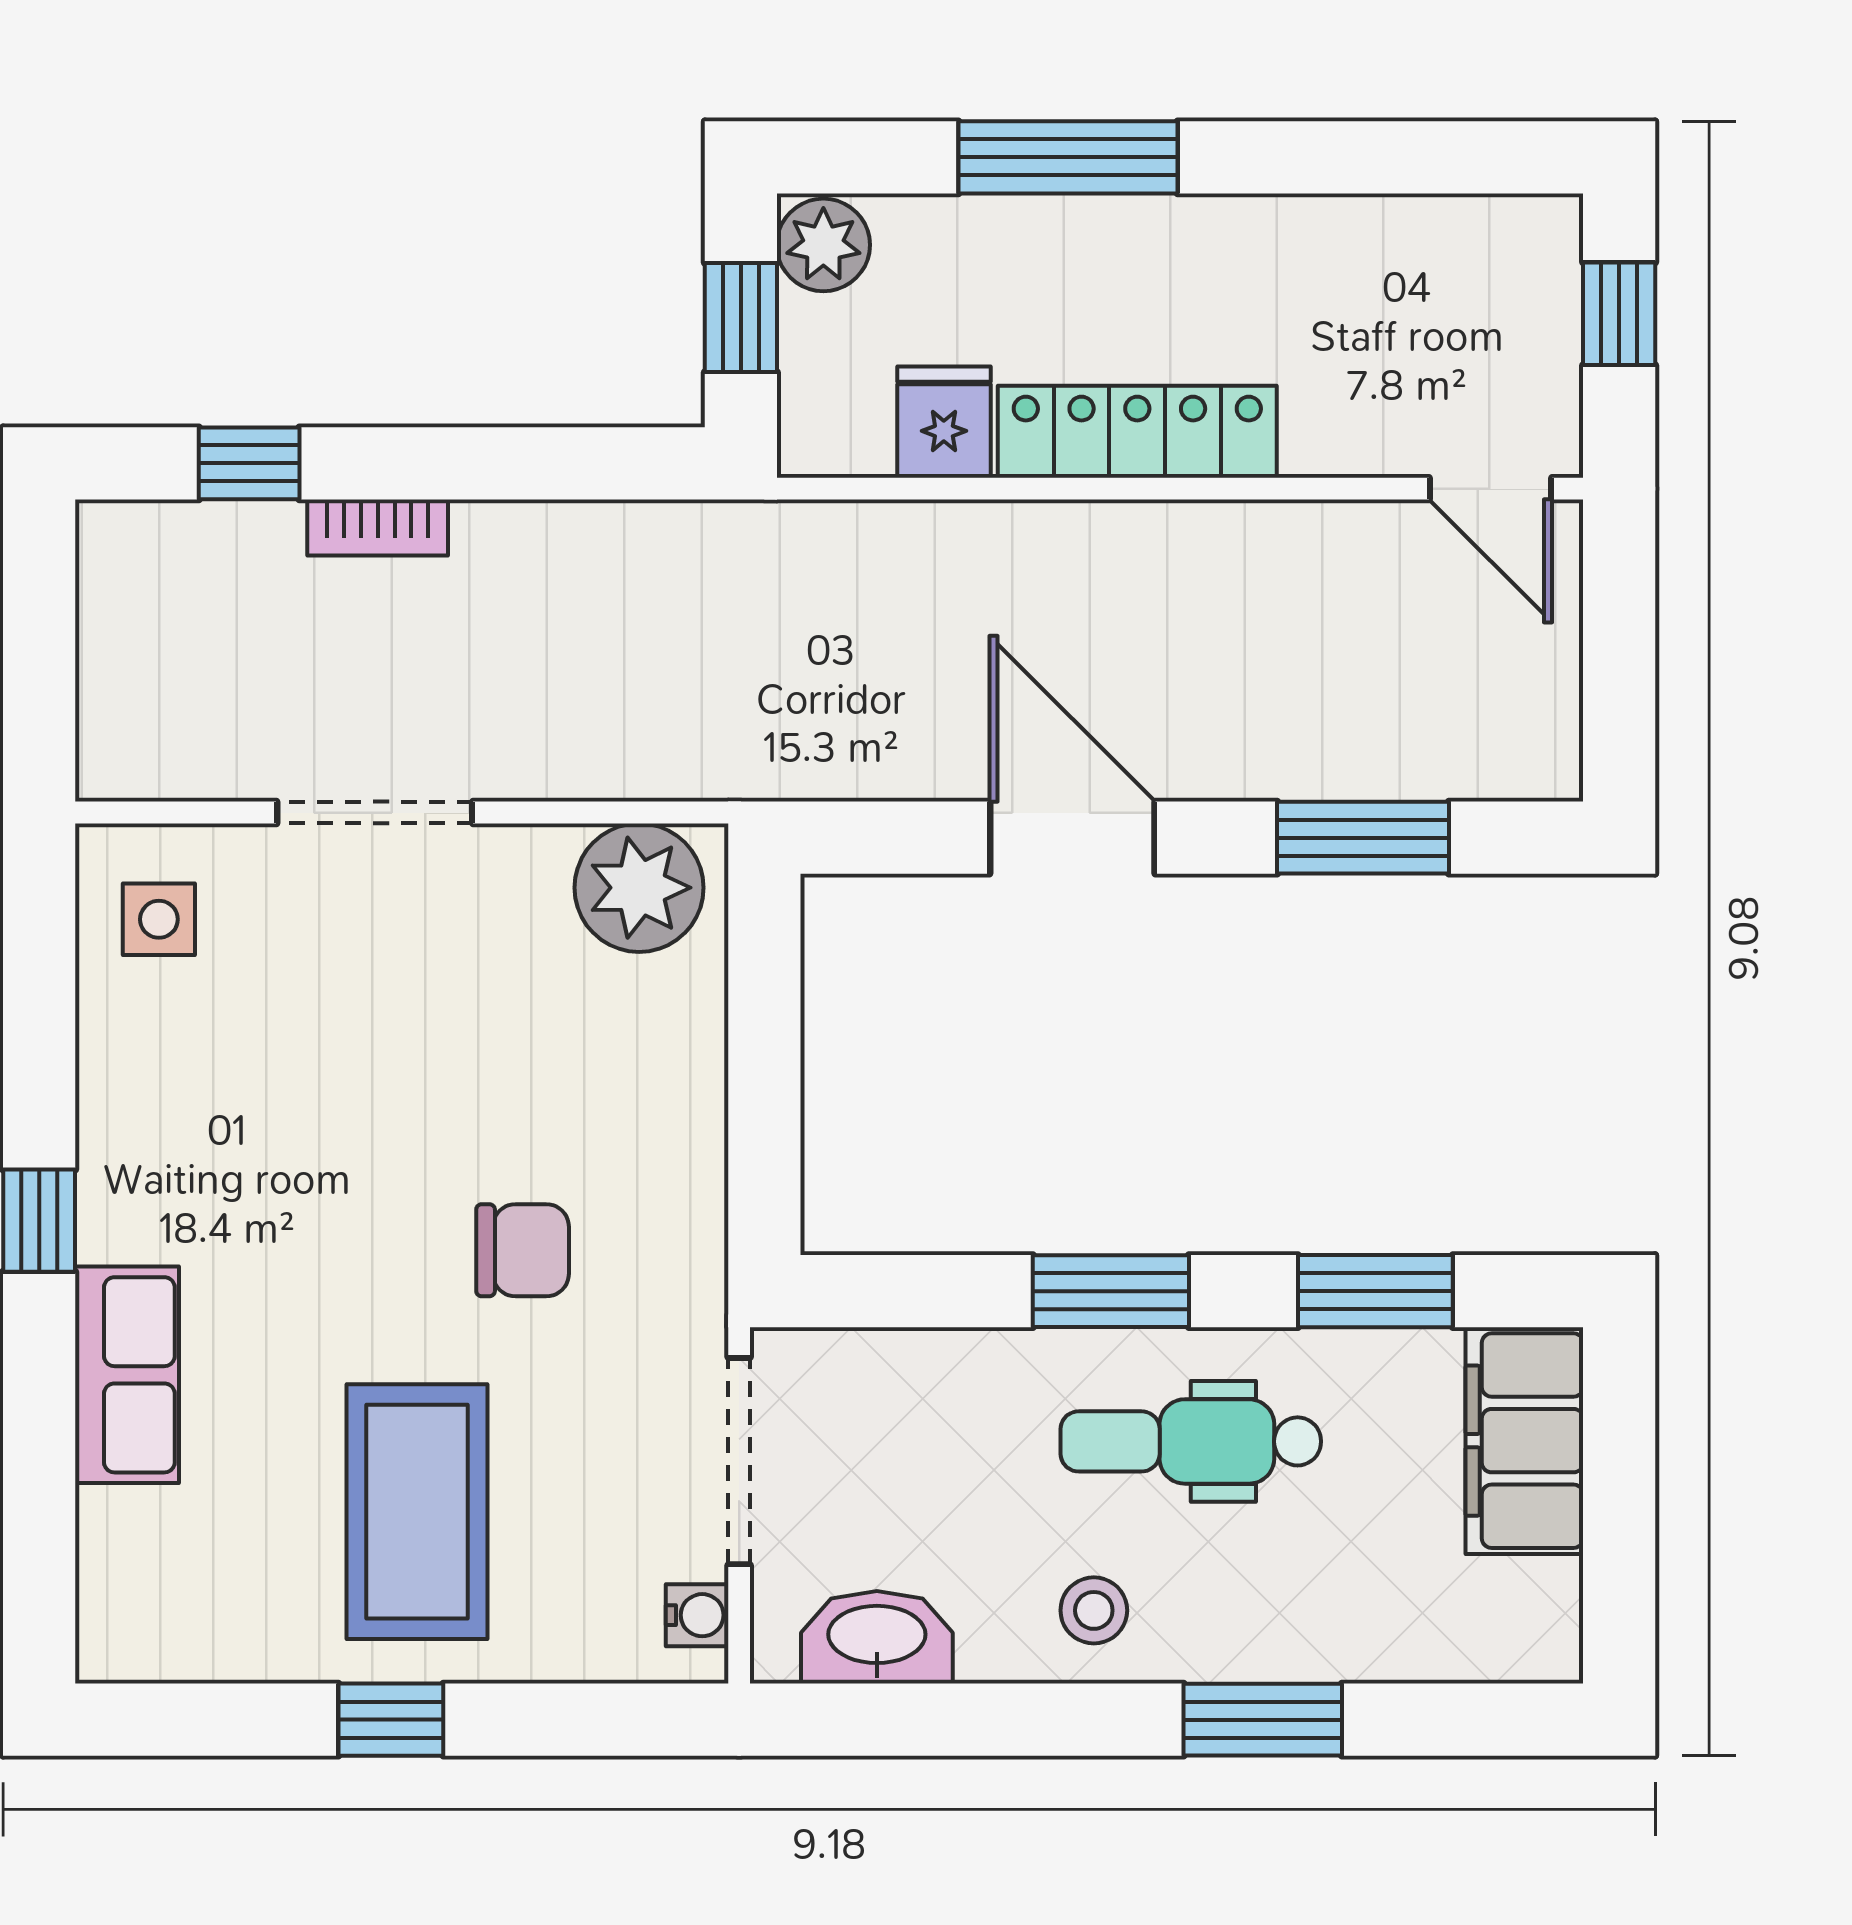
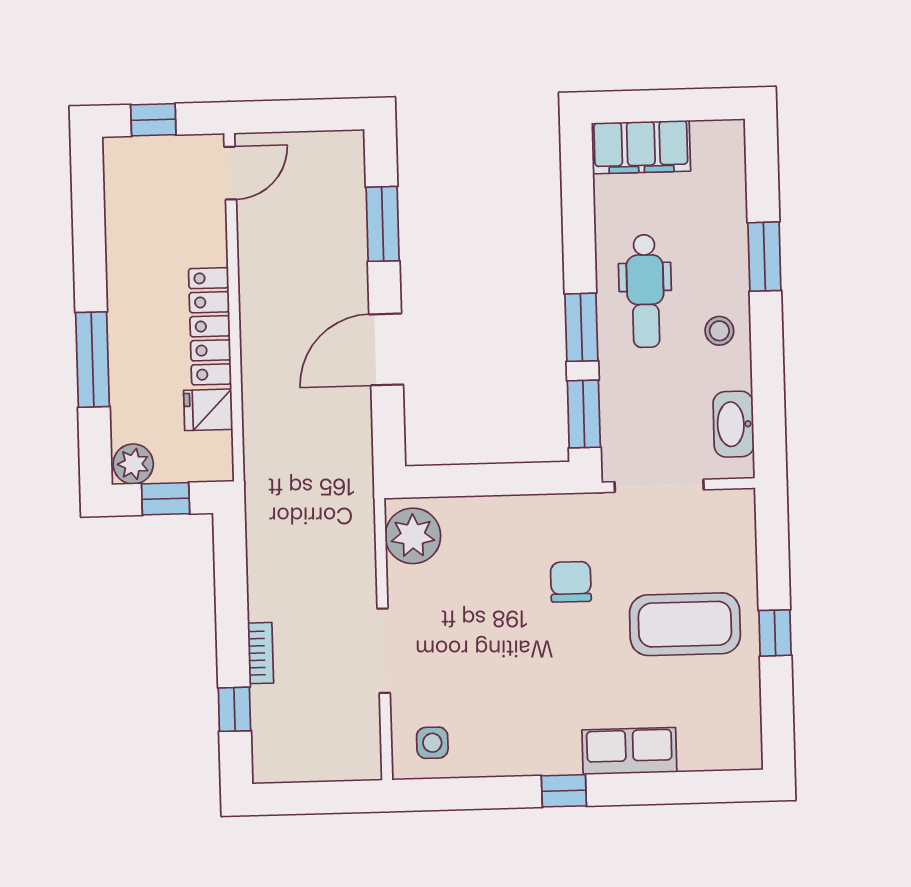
window: (1375, 1291) -> (584, 414), moved
water cooler: (697, 1615) -> (726, 502), removed

